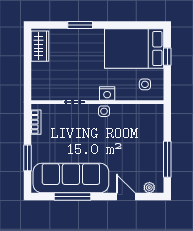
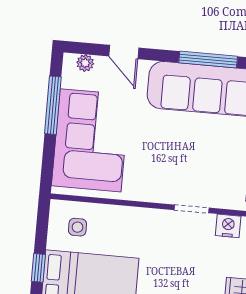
nightstand: (107, 94) -> (228, 226), moved
side table: (104, 111) -> (146, 190), removed
corner sofa: (142, 139) -> (91, 140), added

